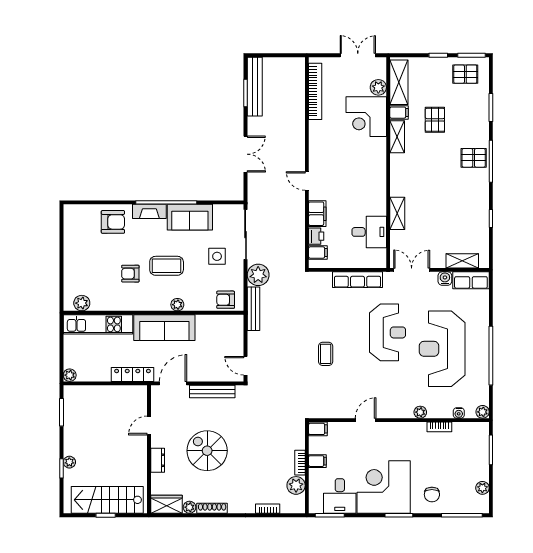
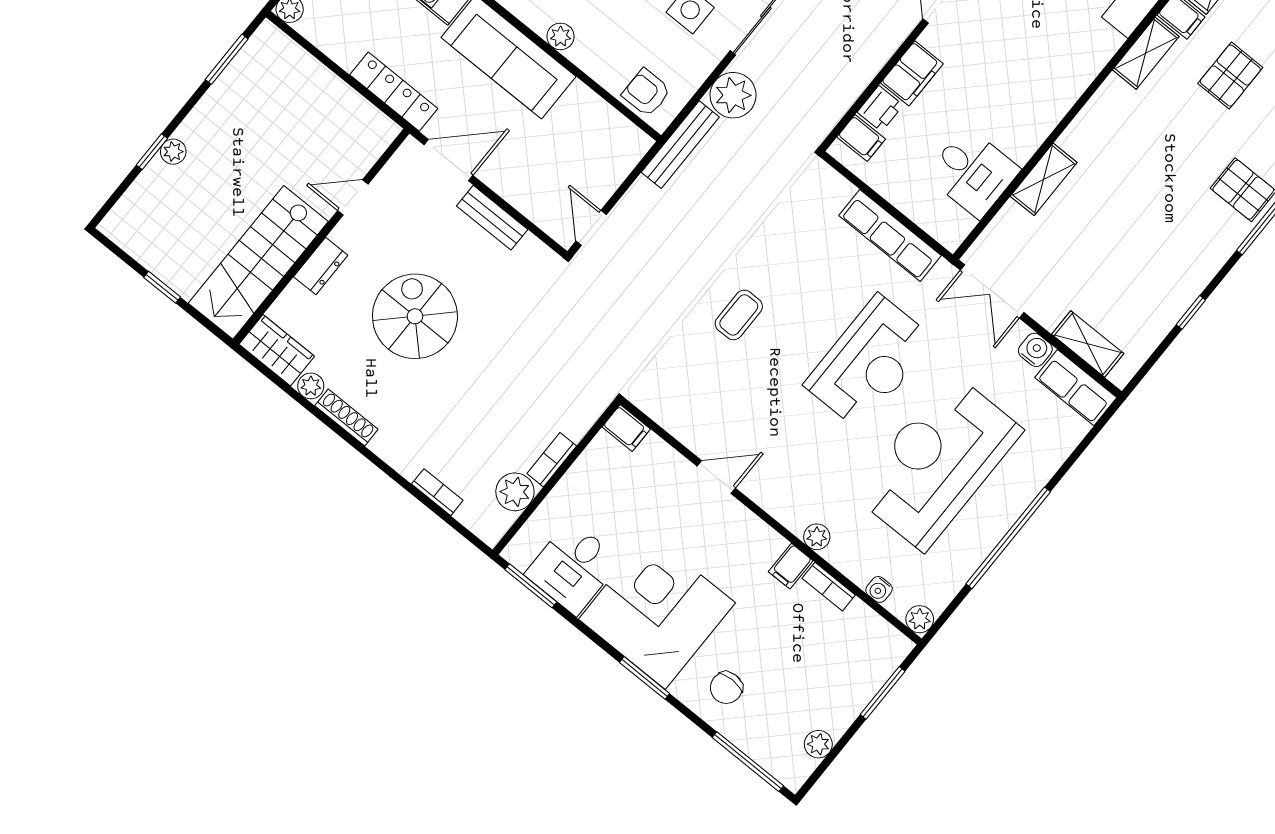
double door: (412, 270) -> (992, 291), swing flipped
bench: (212, 392) -> (492, 218), width x0.73
filing cabinet: (317, 461) -> (791, 566), moved, turned 90
stairs: (107, 500) -> (258, 262), moved, turned -90

